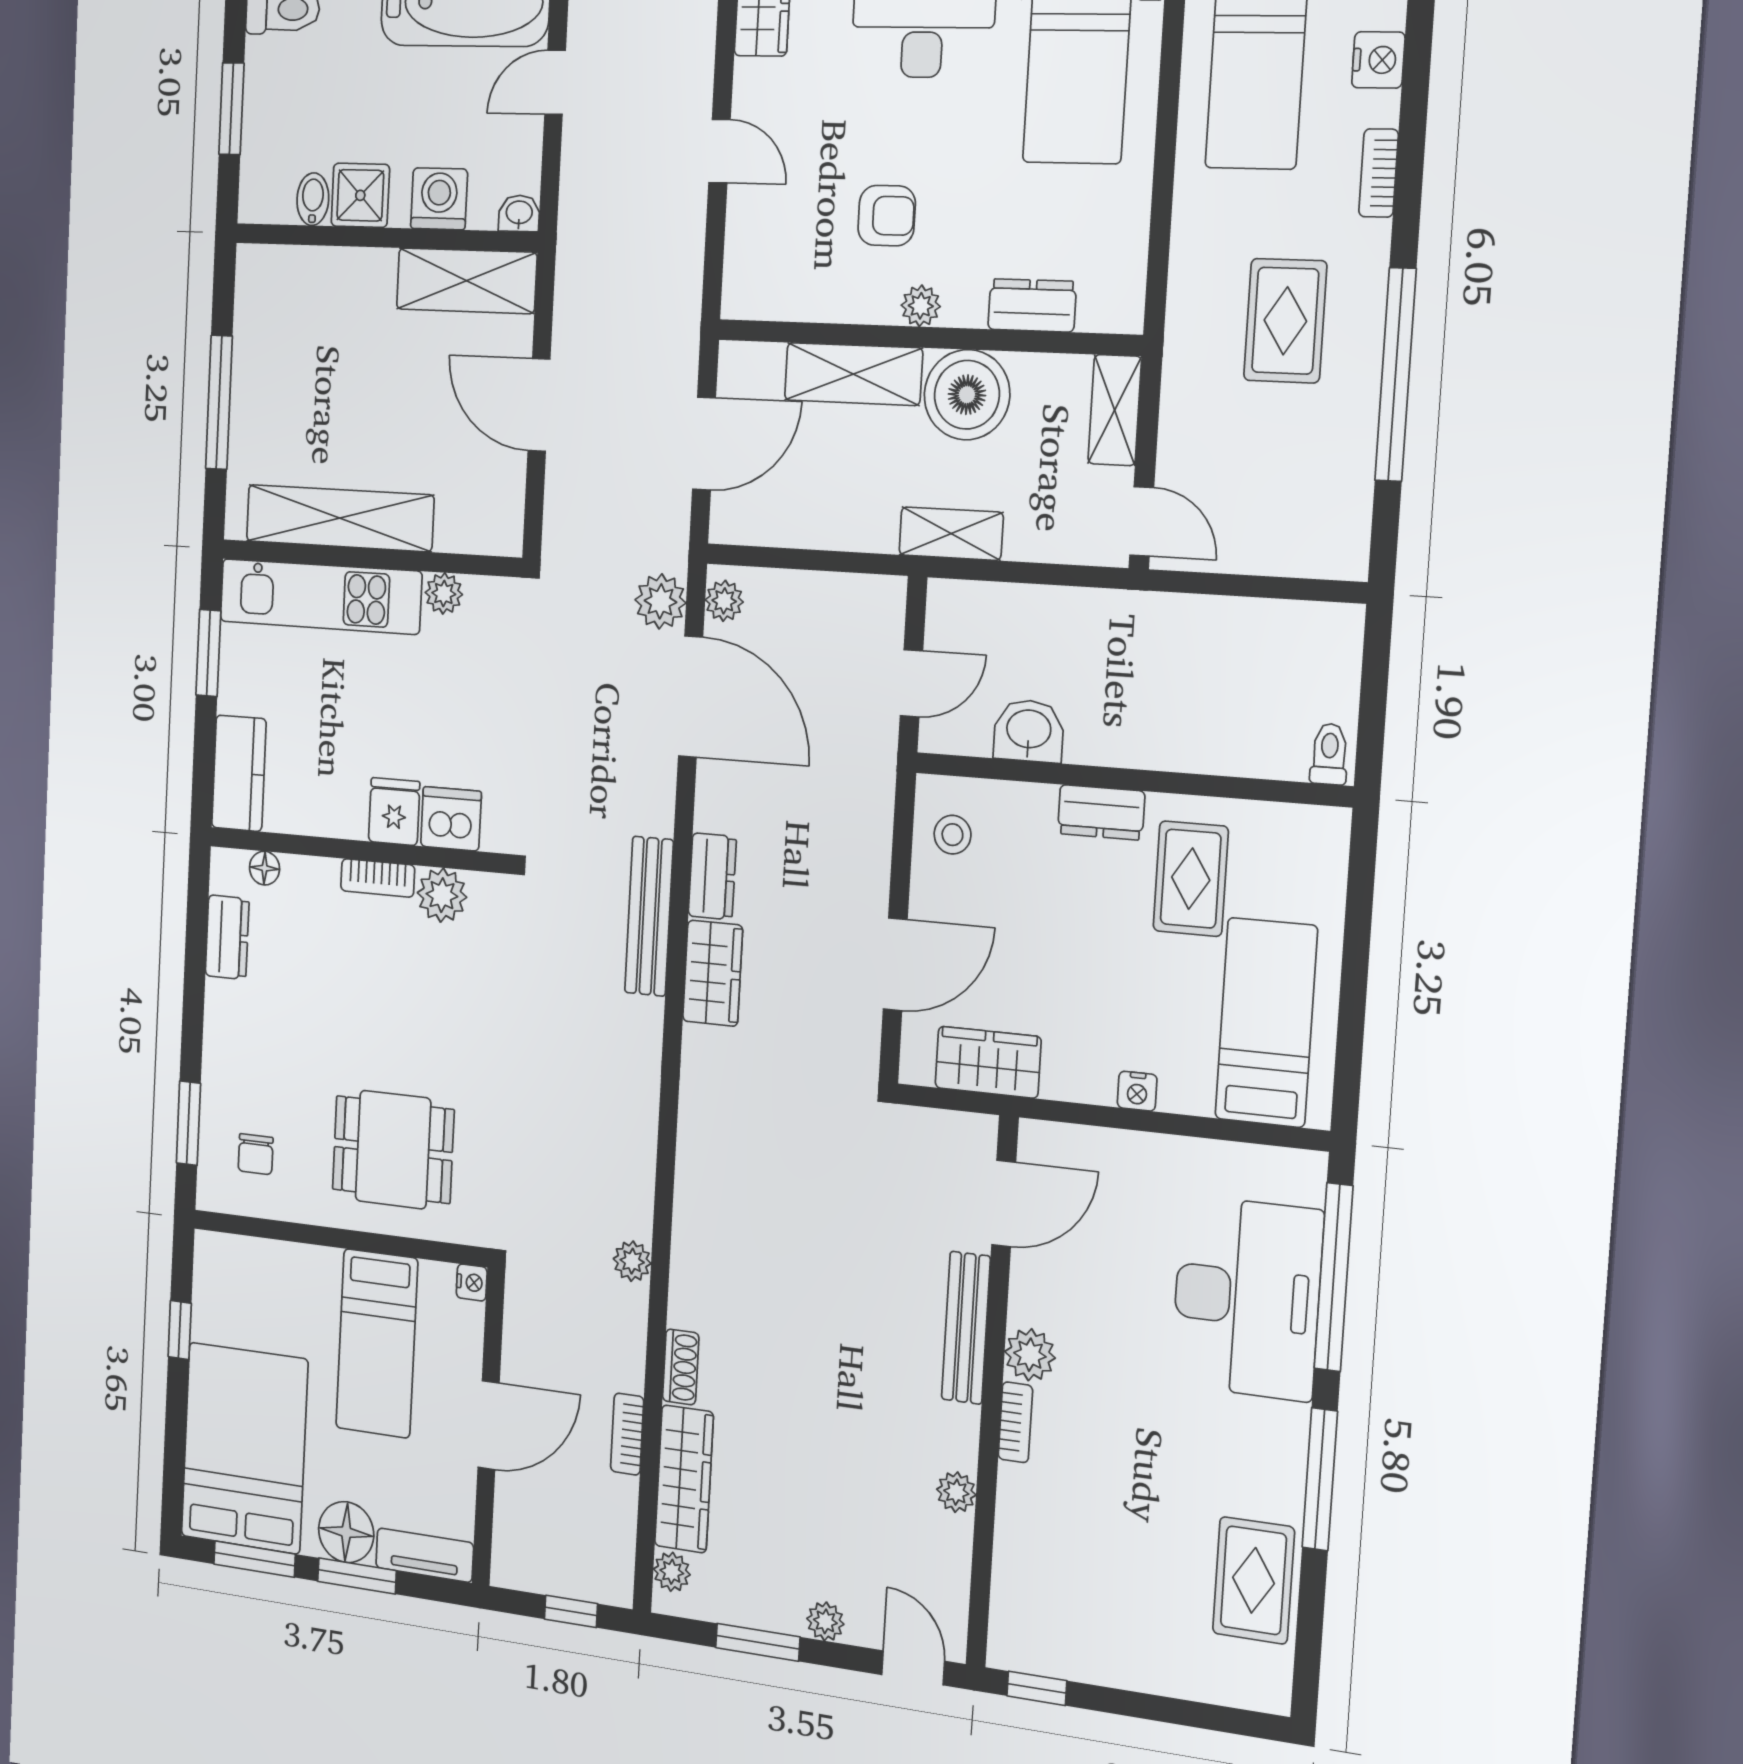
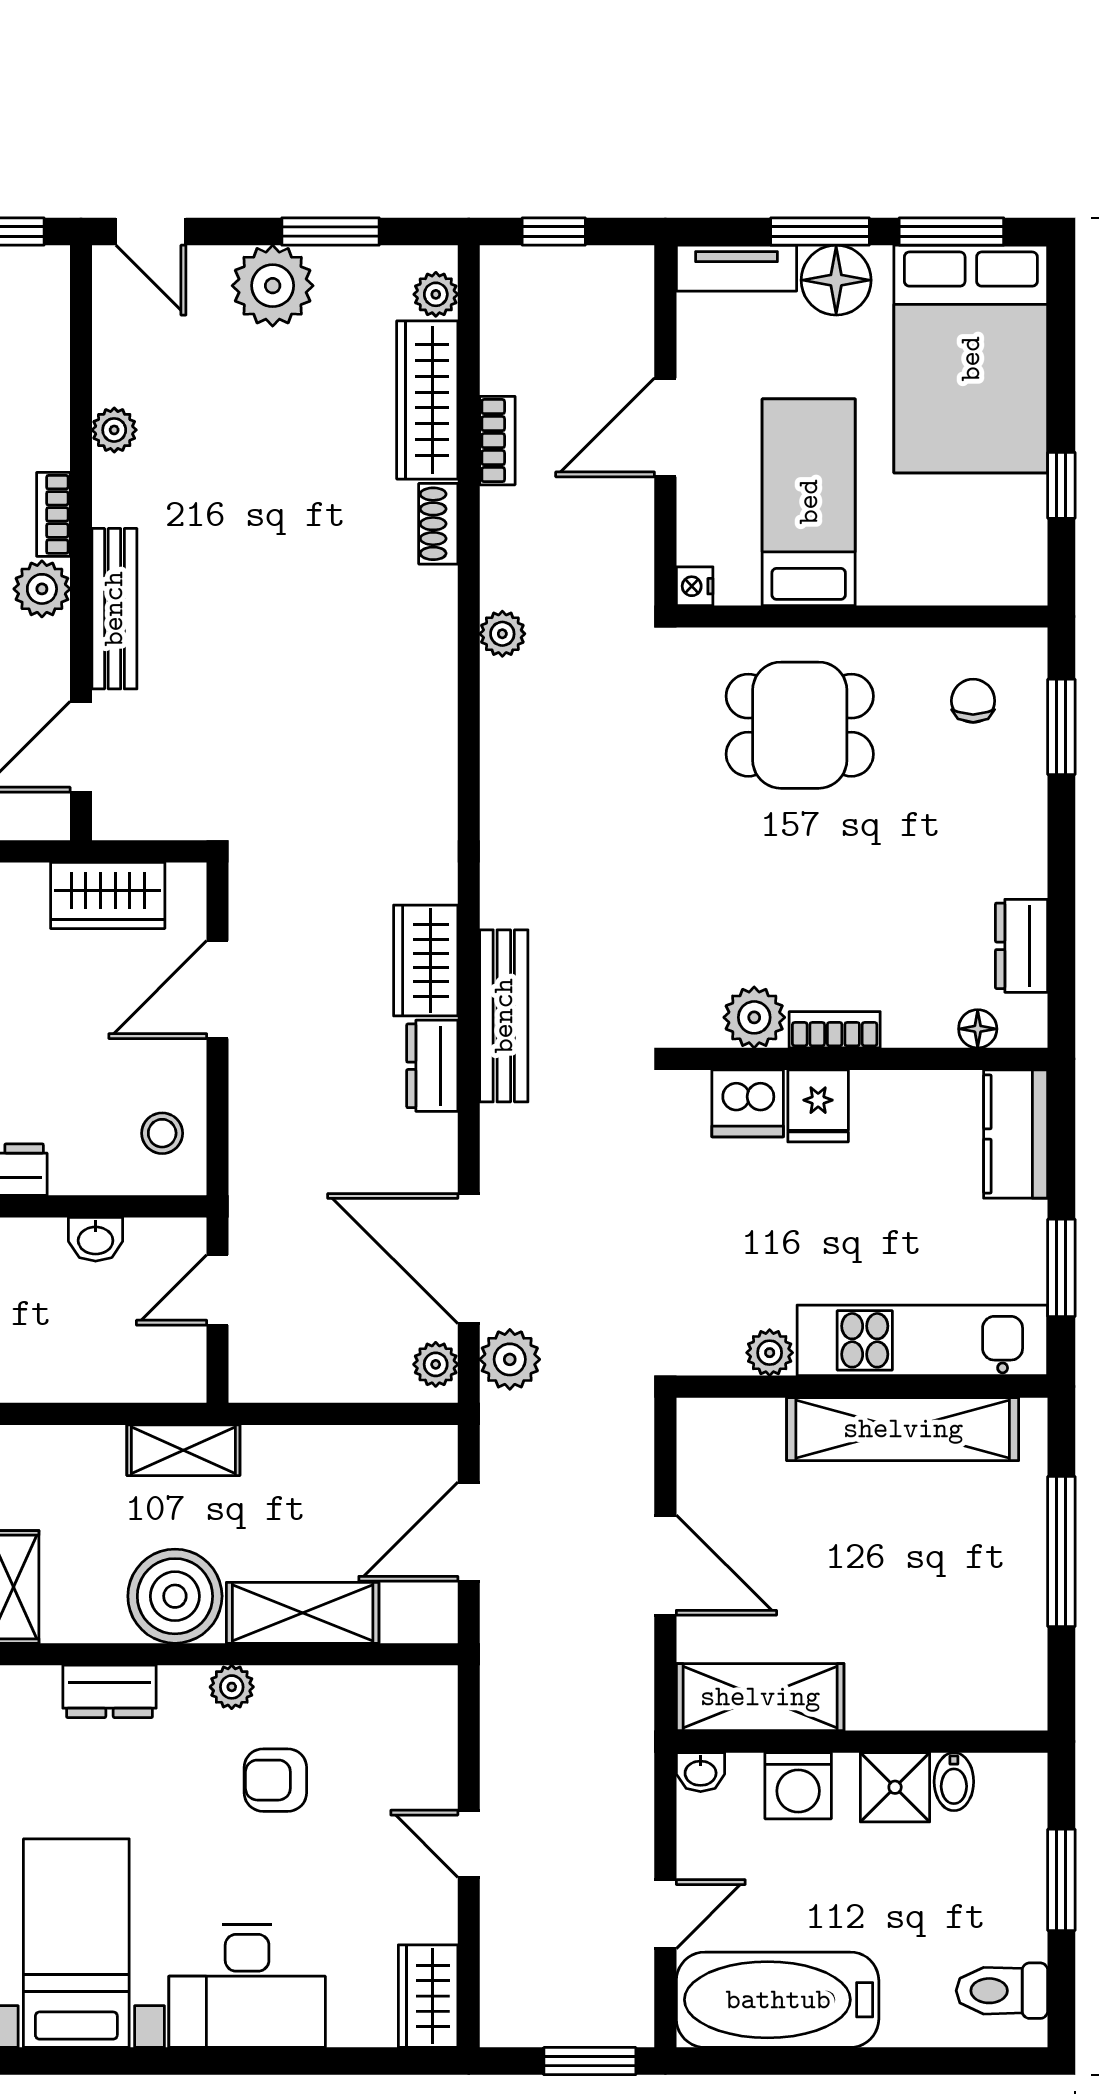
washbasin: (1029, 731) -> (96, 1239), width x0.72, depth x0.69
plant: (825, 1621) -> (273, 286), width x1.87, depth x1.87

